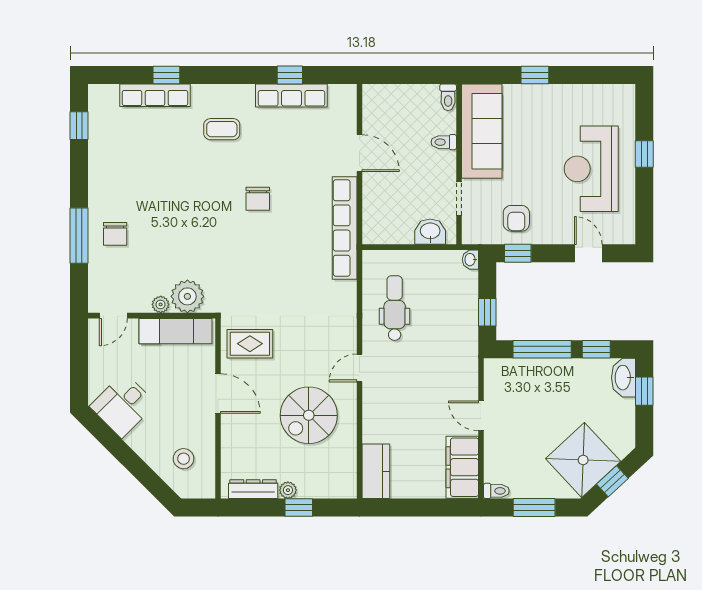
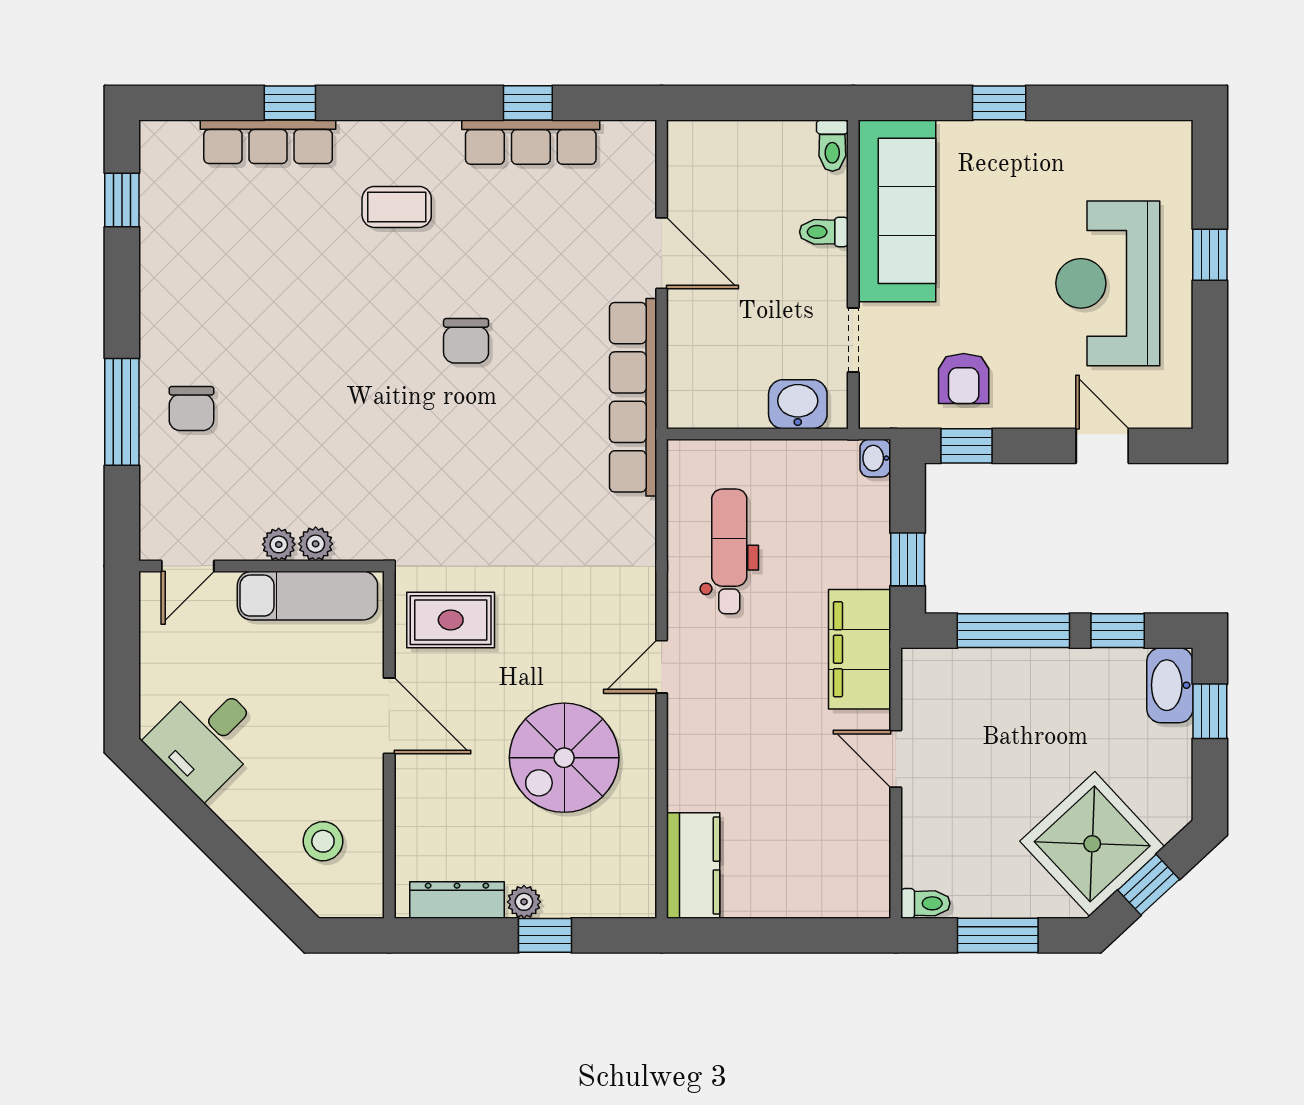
plant: (187, 296) -> (316, 544), width x0.53, depth x0.53
filing cabinet: (462, 467) -> (860, 649), moved

